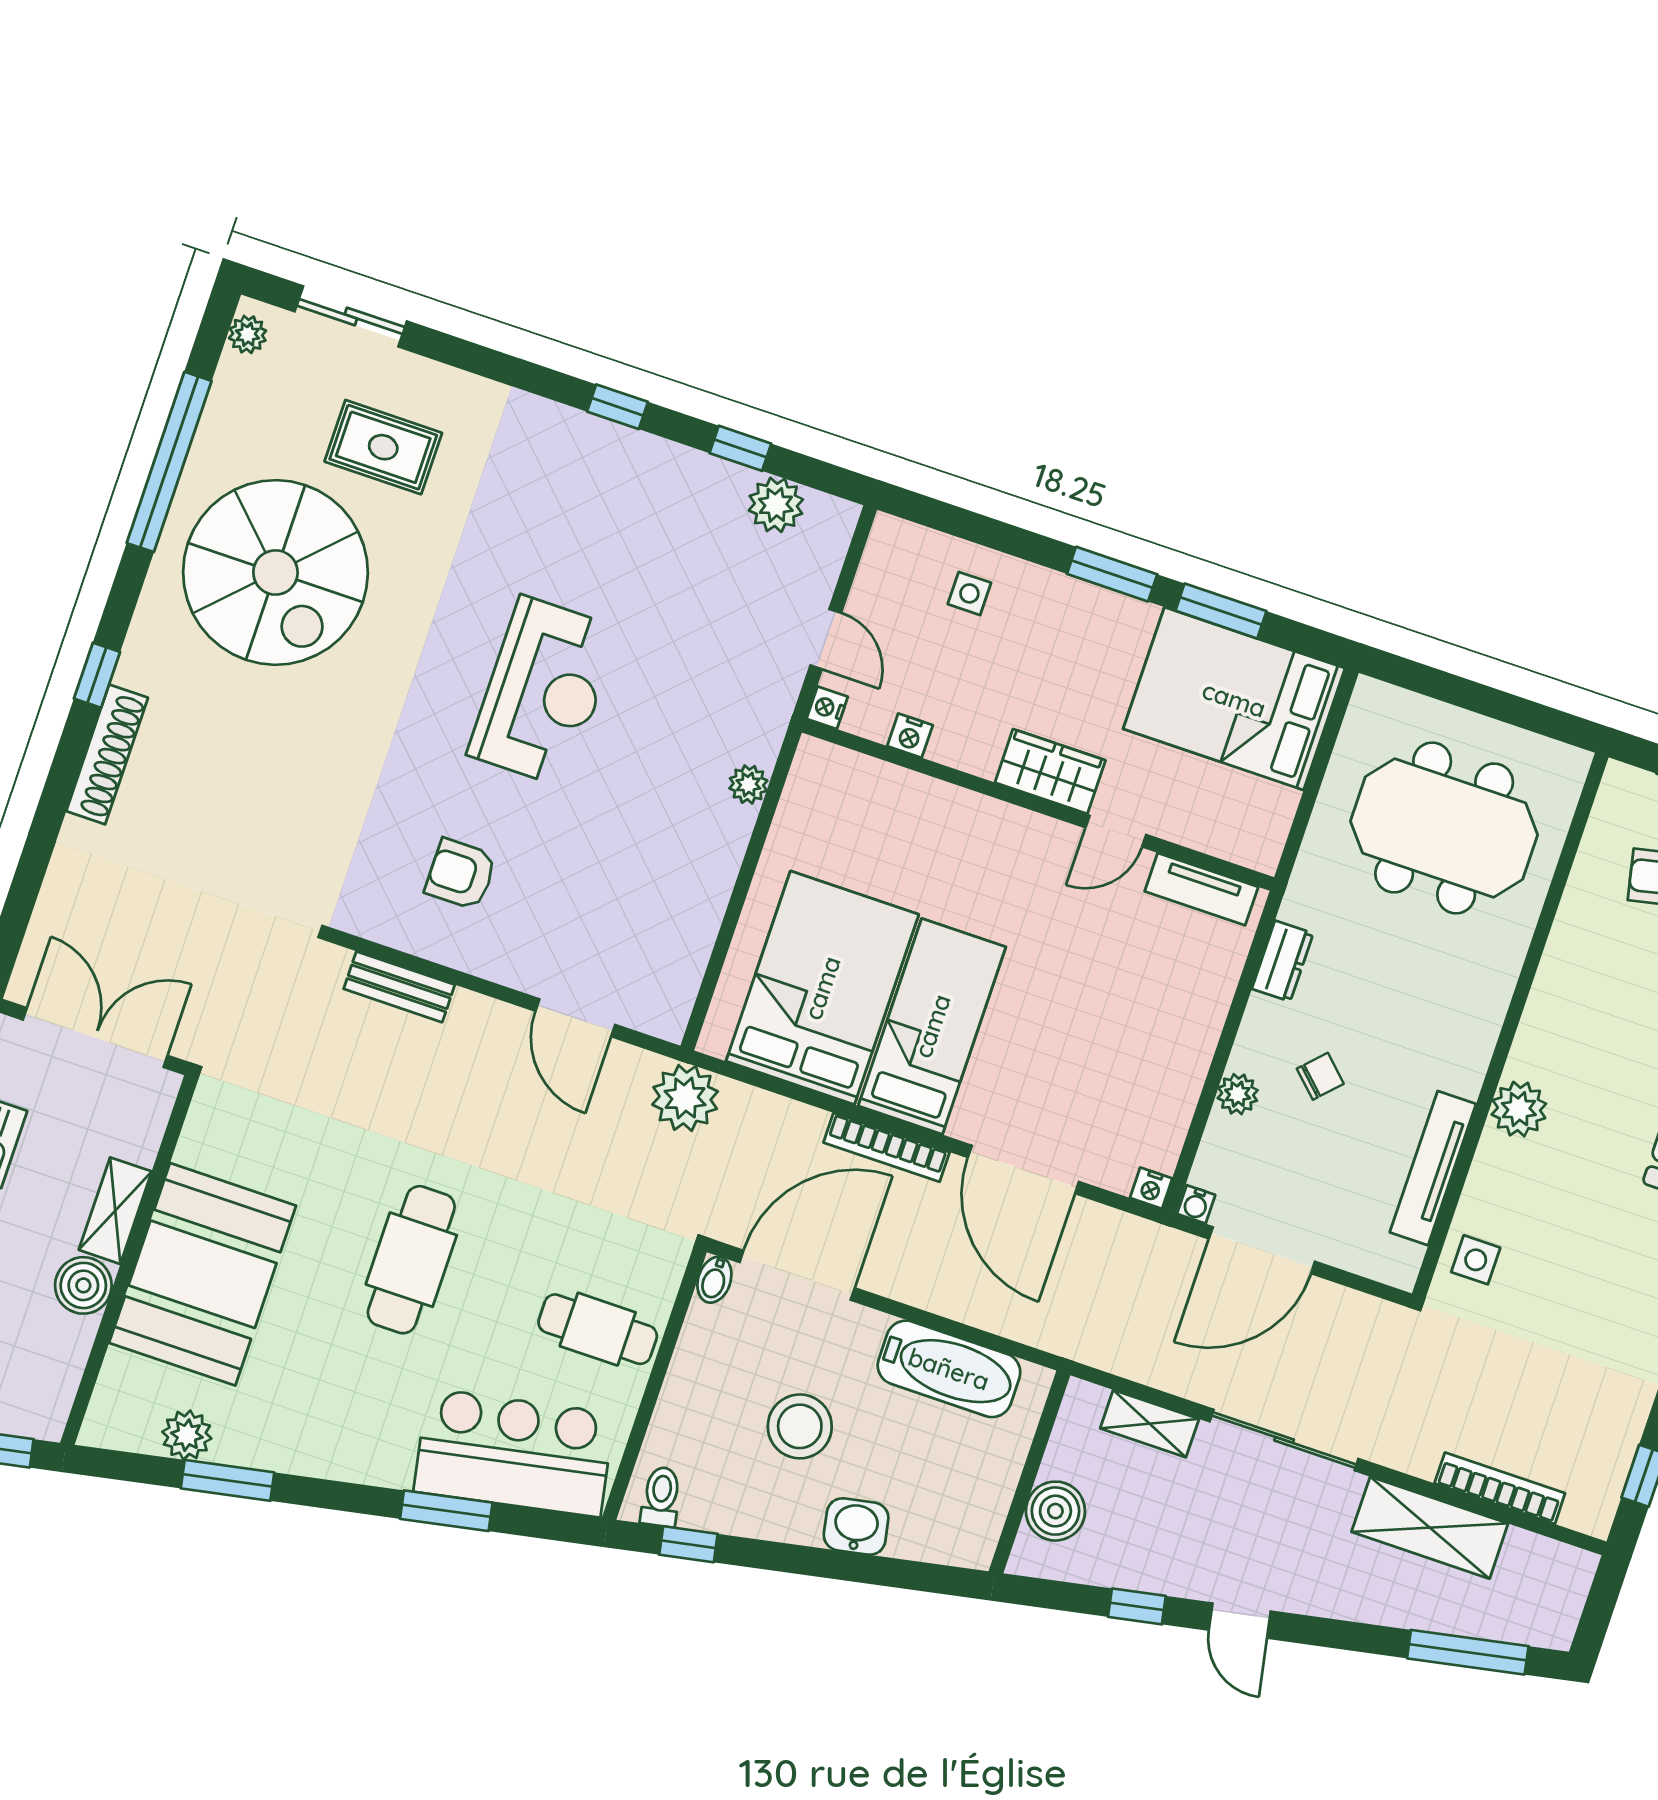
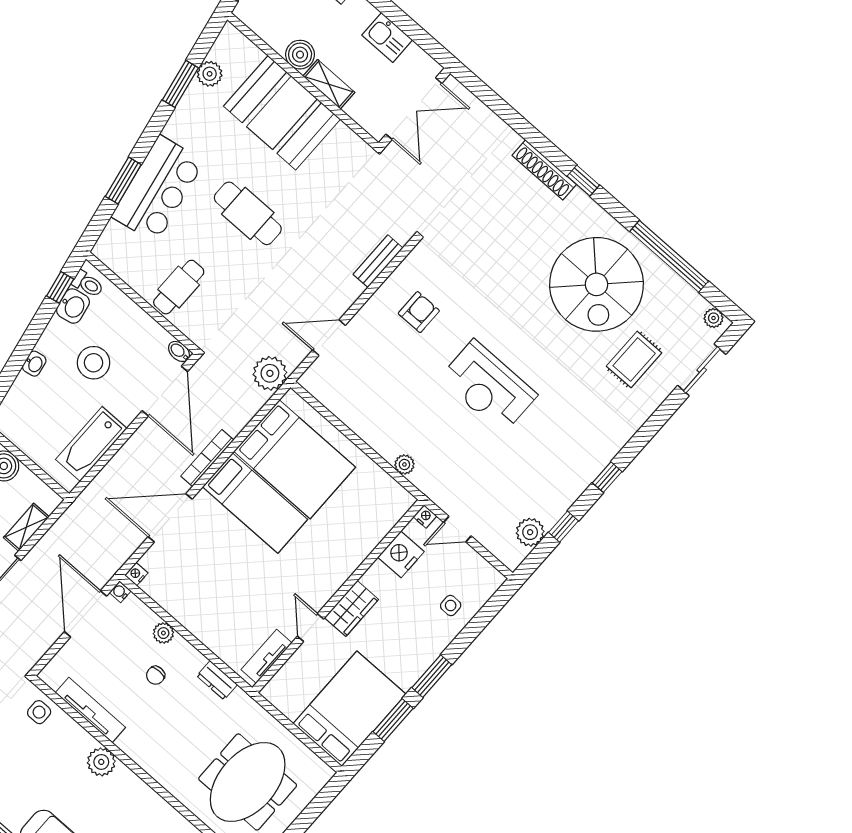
spiral stairs: (275, 572) -> (596, 284), turned -90
nightstand: (910, 736) -> (401, 554), width x1.89, depth x1.79
chair: (1320, 1076) -> (156, 675), turned 46
bar counter: (514, 1453) -> (158, 189), moved
washbasin: (712, 1507) -> (73, 306), added
washbasin: (856, 1526) -> (34, 364), width x0.72, depth x0.69

